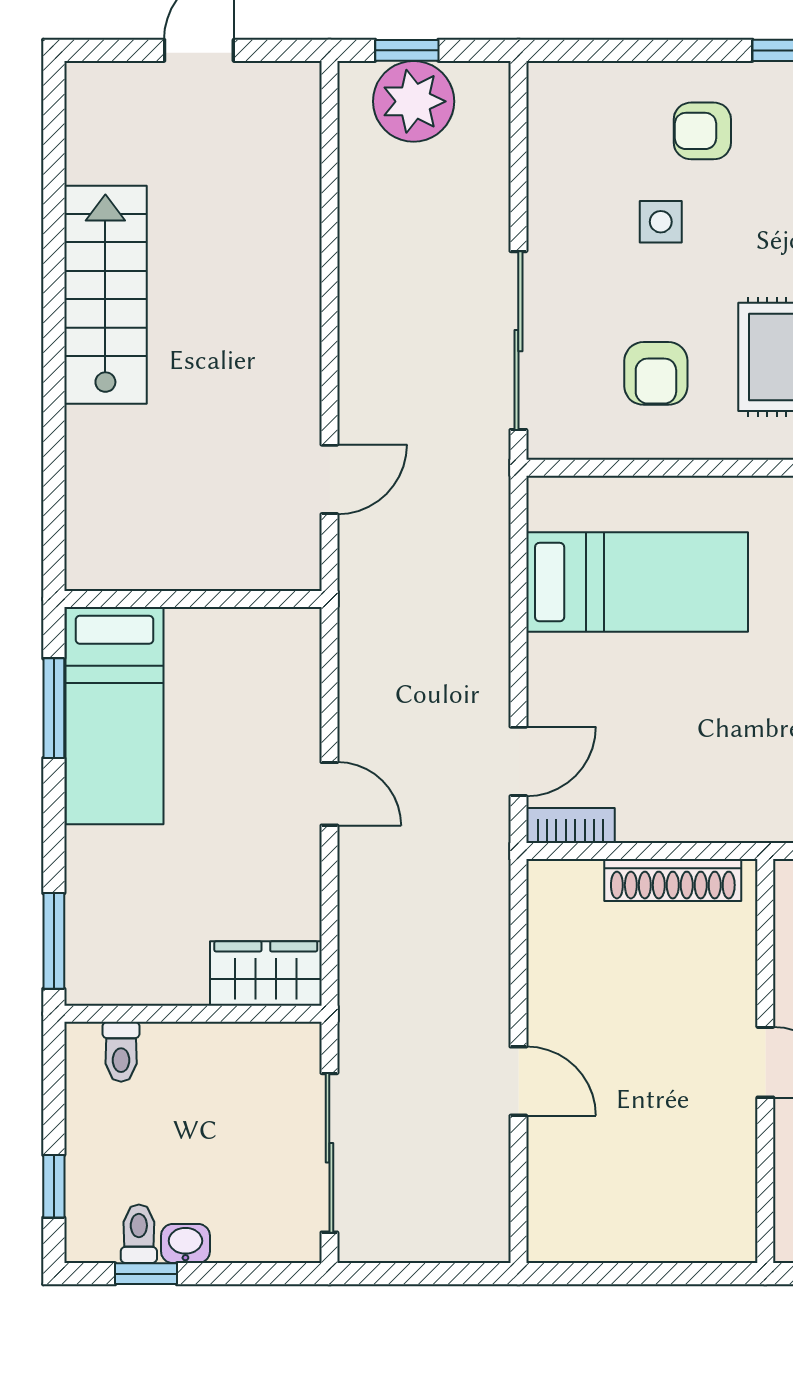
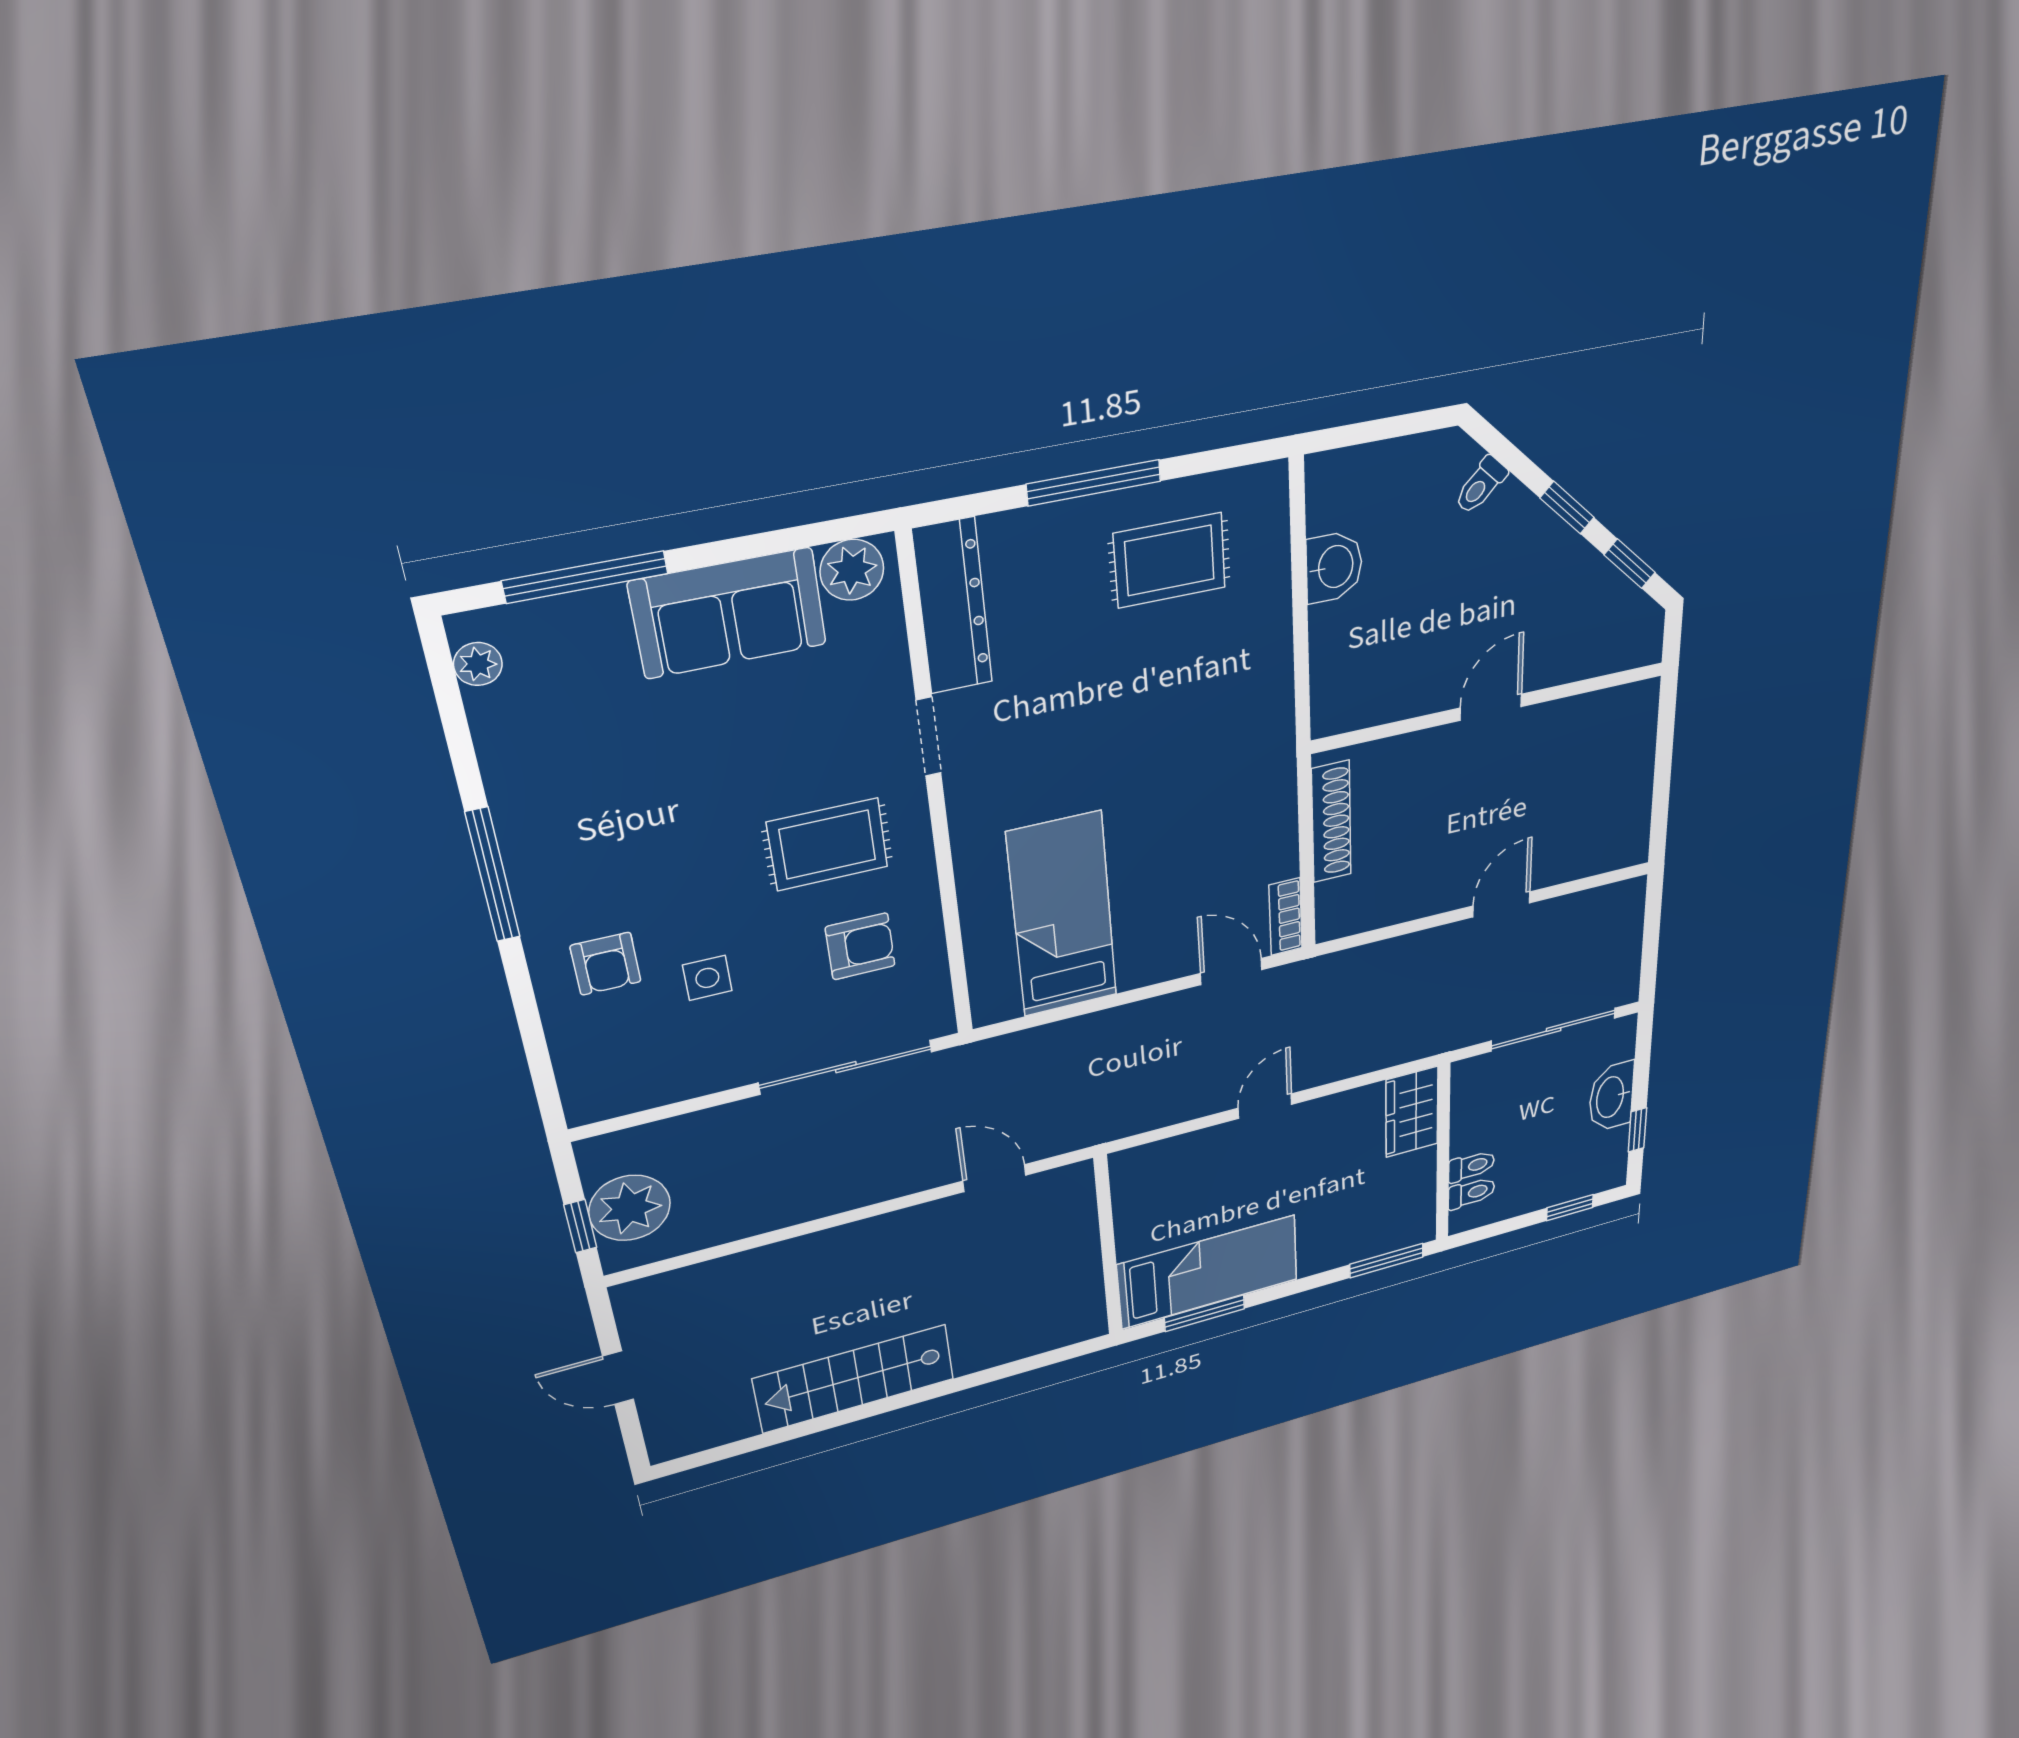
toilet: (139, 1234) -> (1471, 1166), moved, turned 180
washbasin: (185, 1244) -> (1611, 1097), width x1.91, depth x1.45

